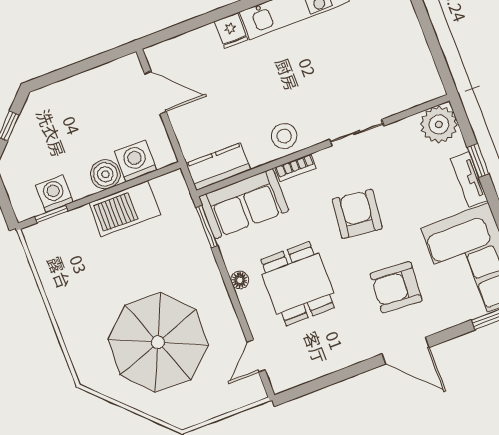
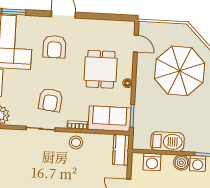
kitchen counter: (218, 167) -> (121, 150), moved, turned 90
boiler: (105, 174) -> (181, 163), moved
armchair: (357, 214) -> (51, 100), moved
armchair: (396, 287) -> (54, 47), turned 86
door: (256, 356) -> (136, 44), hinge flipped

